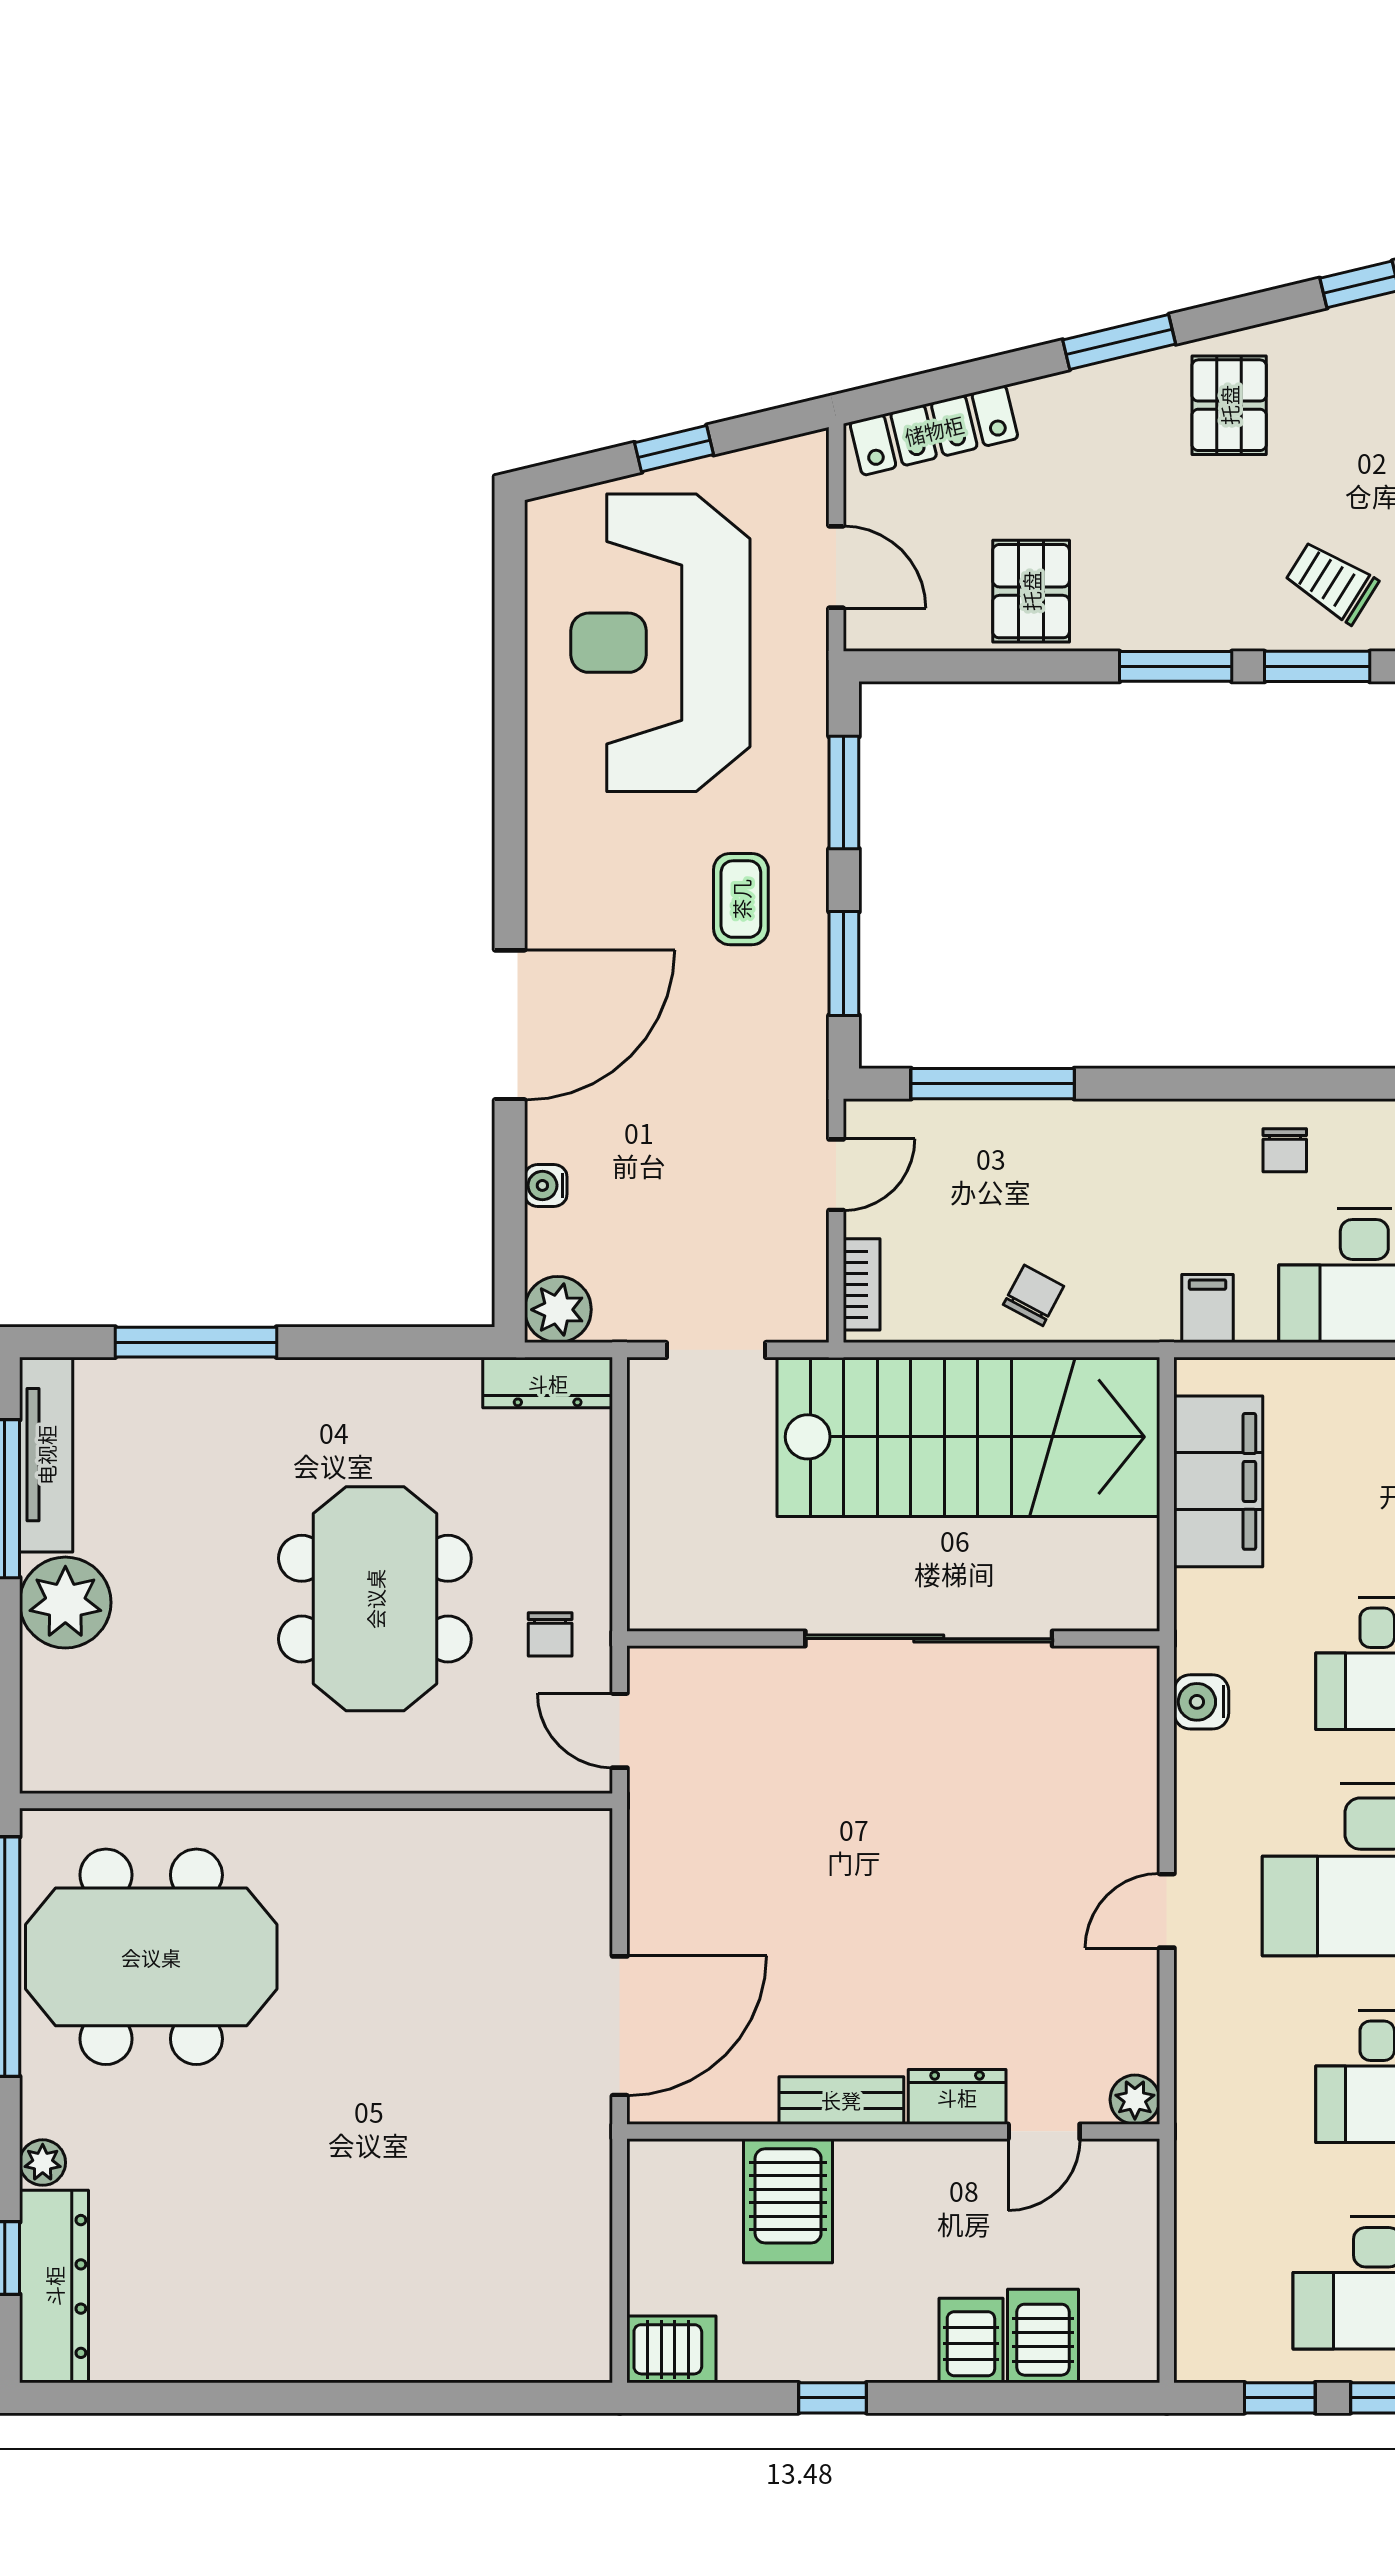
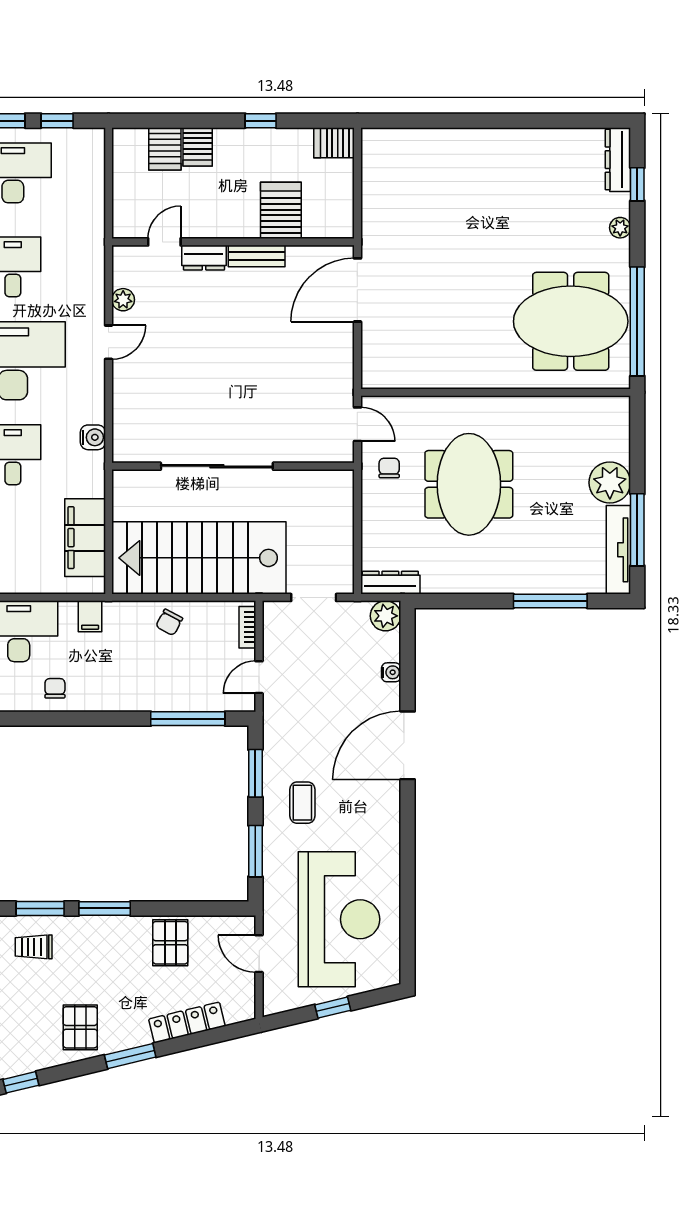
locker: (934, 430) -> (187, 1023), moved
trolley: (1331, 582) -> (34, 947), turned 148
plant: (1135, 2100) -> (123, 300), moved
dresser: (54, 2286) -> (618, 160), width x0.73, depth x0.80

